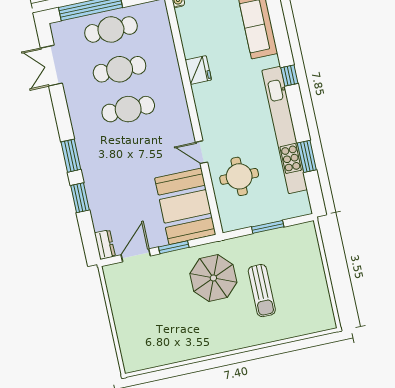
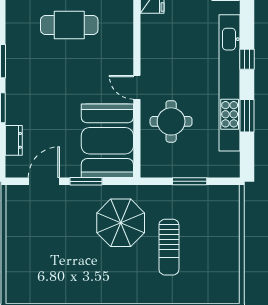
window: (289, 75) -> (247, 59), moved
dresser: (105, 245) -> (14, 140), moved

